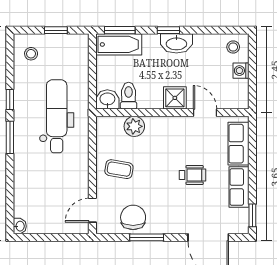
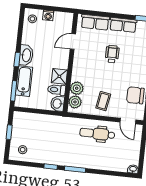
bathtub: (119, 44) -> (24, 81), moved
shower: (175, 98) -> (59, 76), moved
dental chair: (57, 116) -> (97, 134), moved, width x0.73, depth x0.72
plant: (113, 126) -> (75, 102), added

